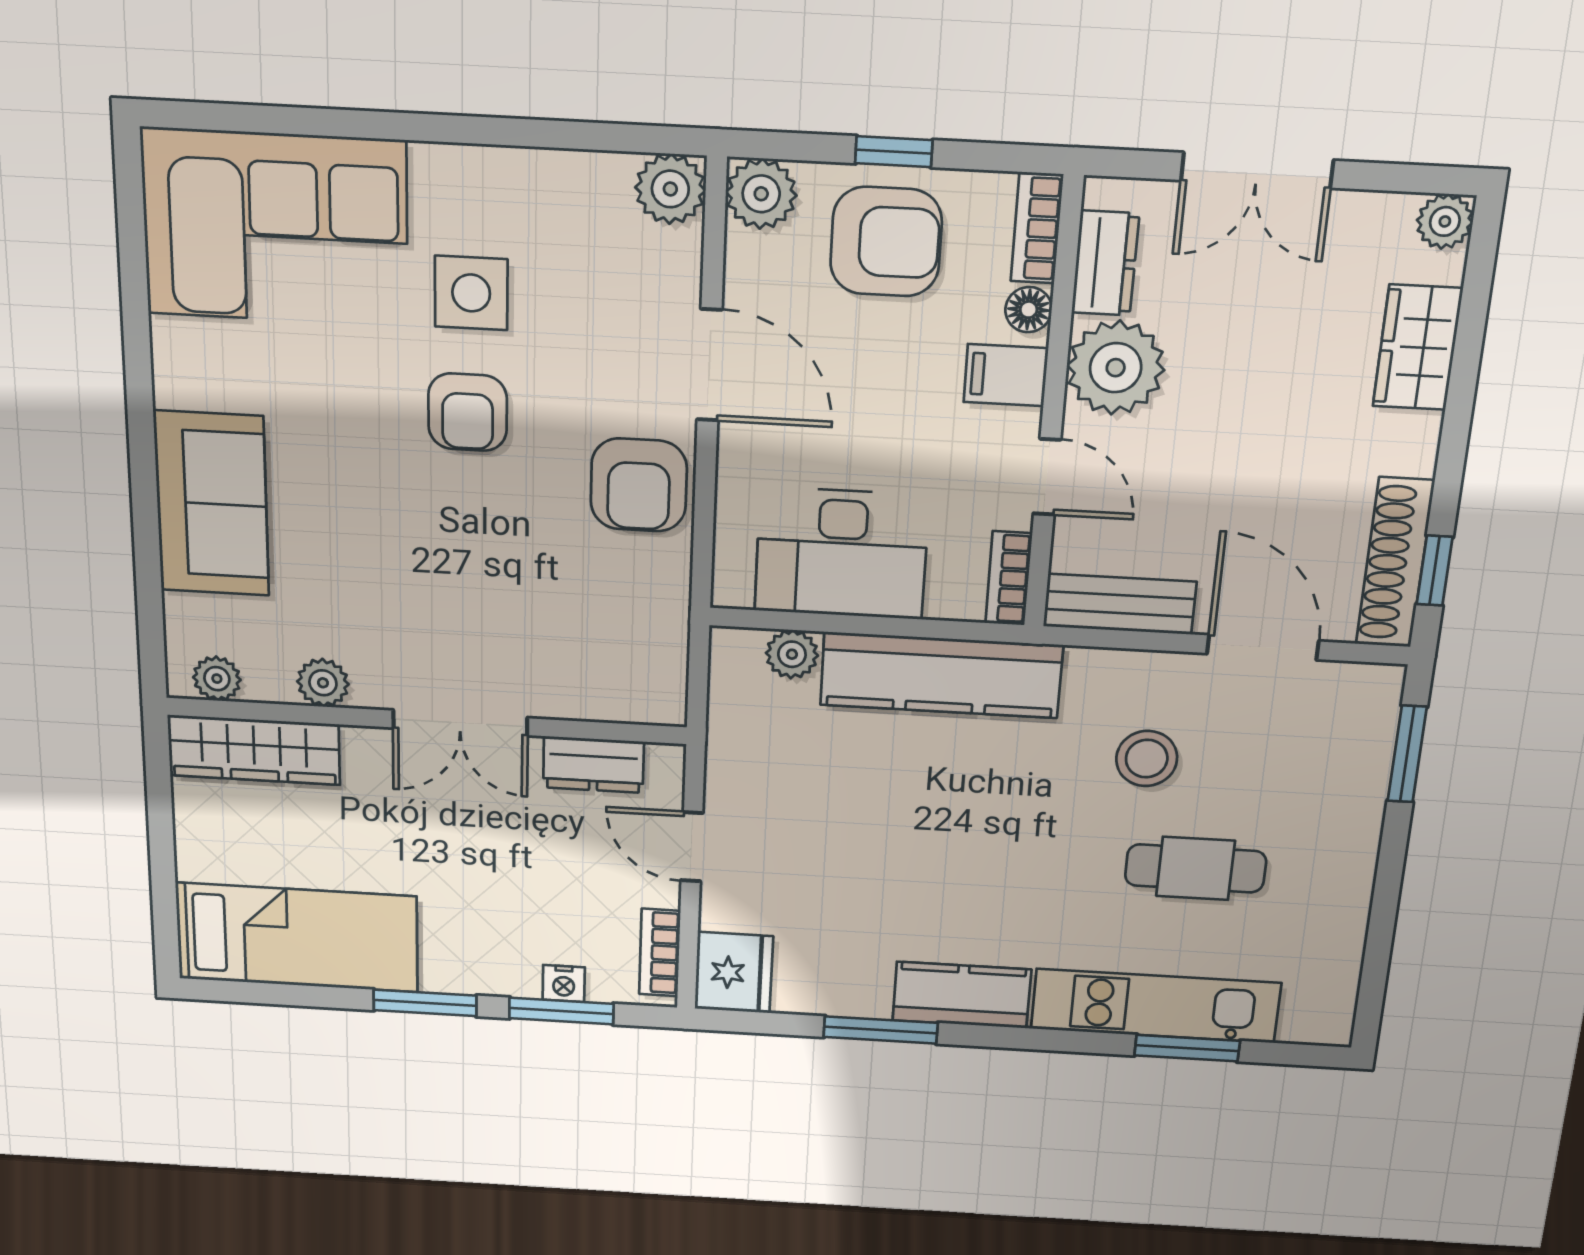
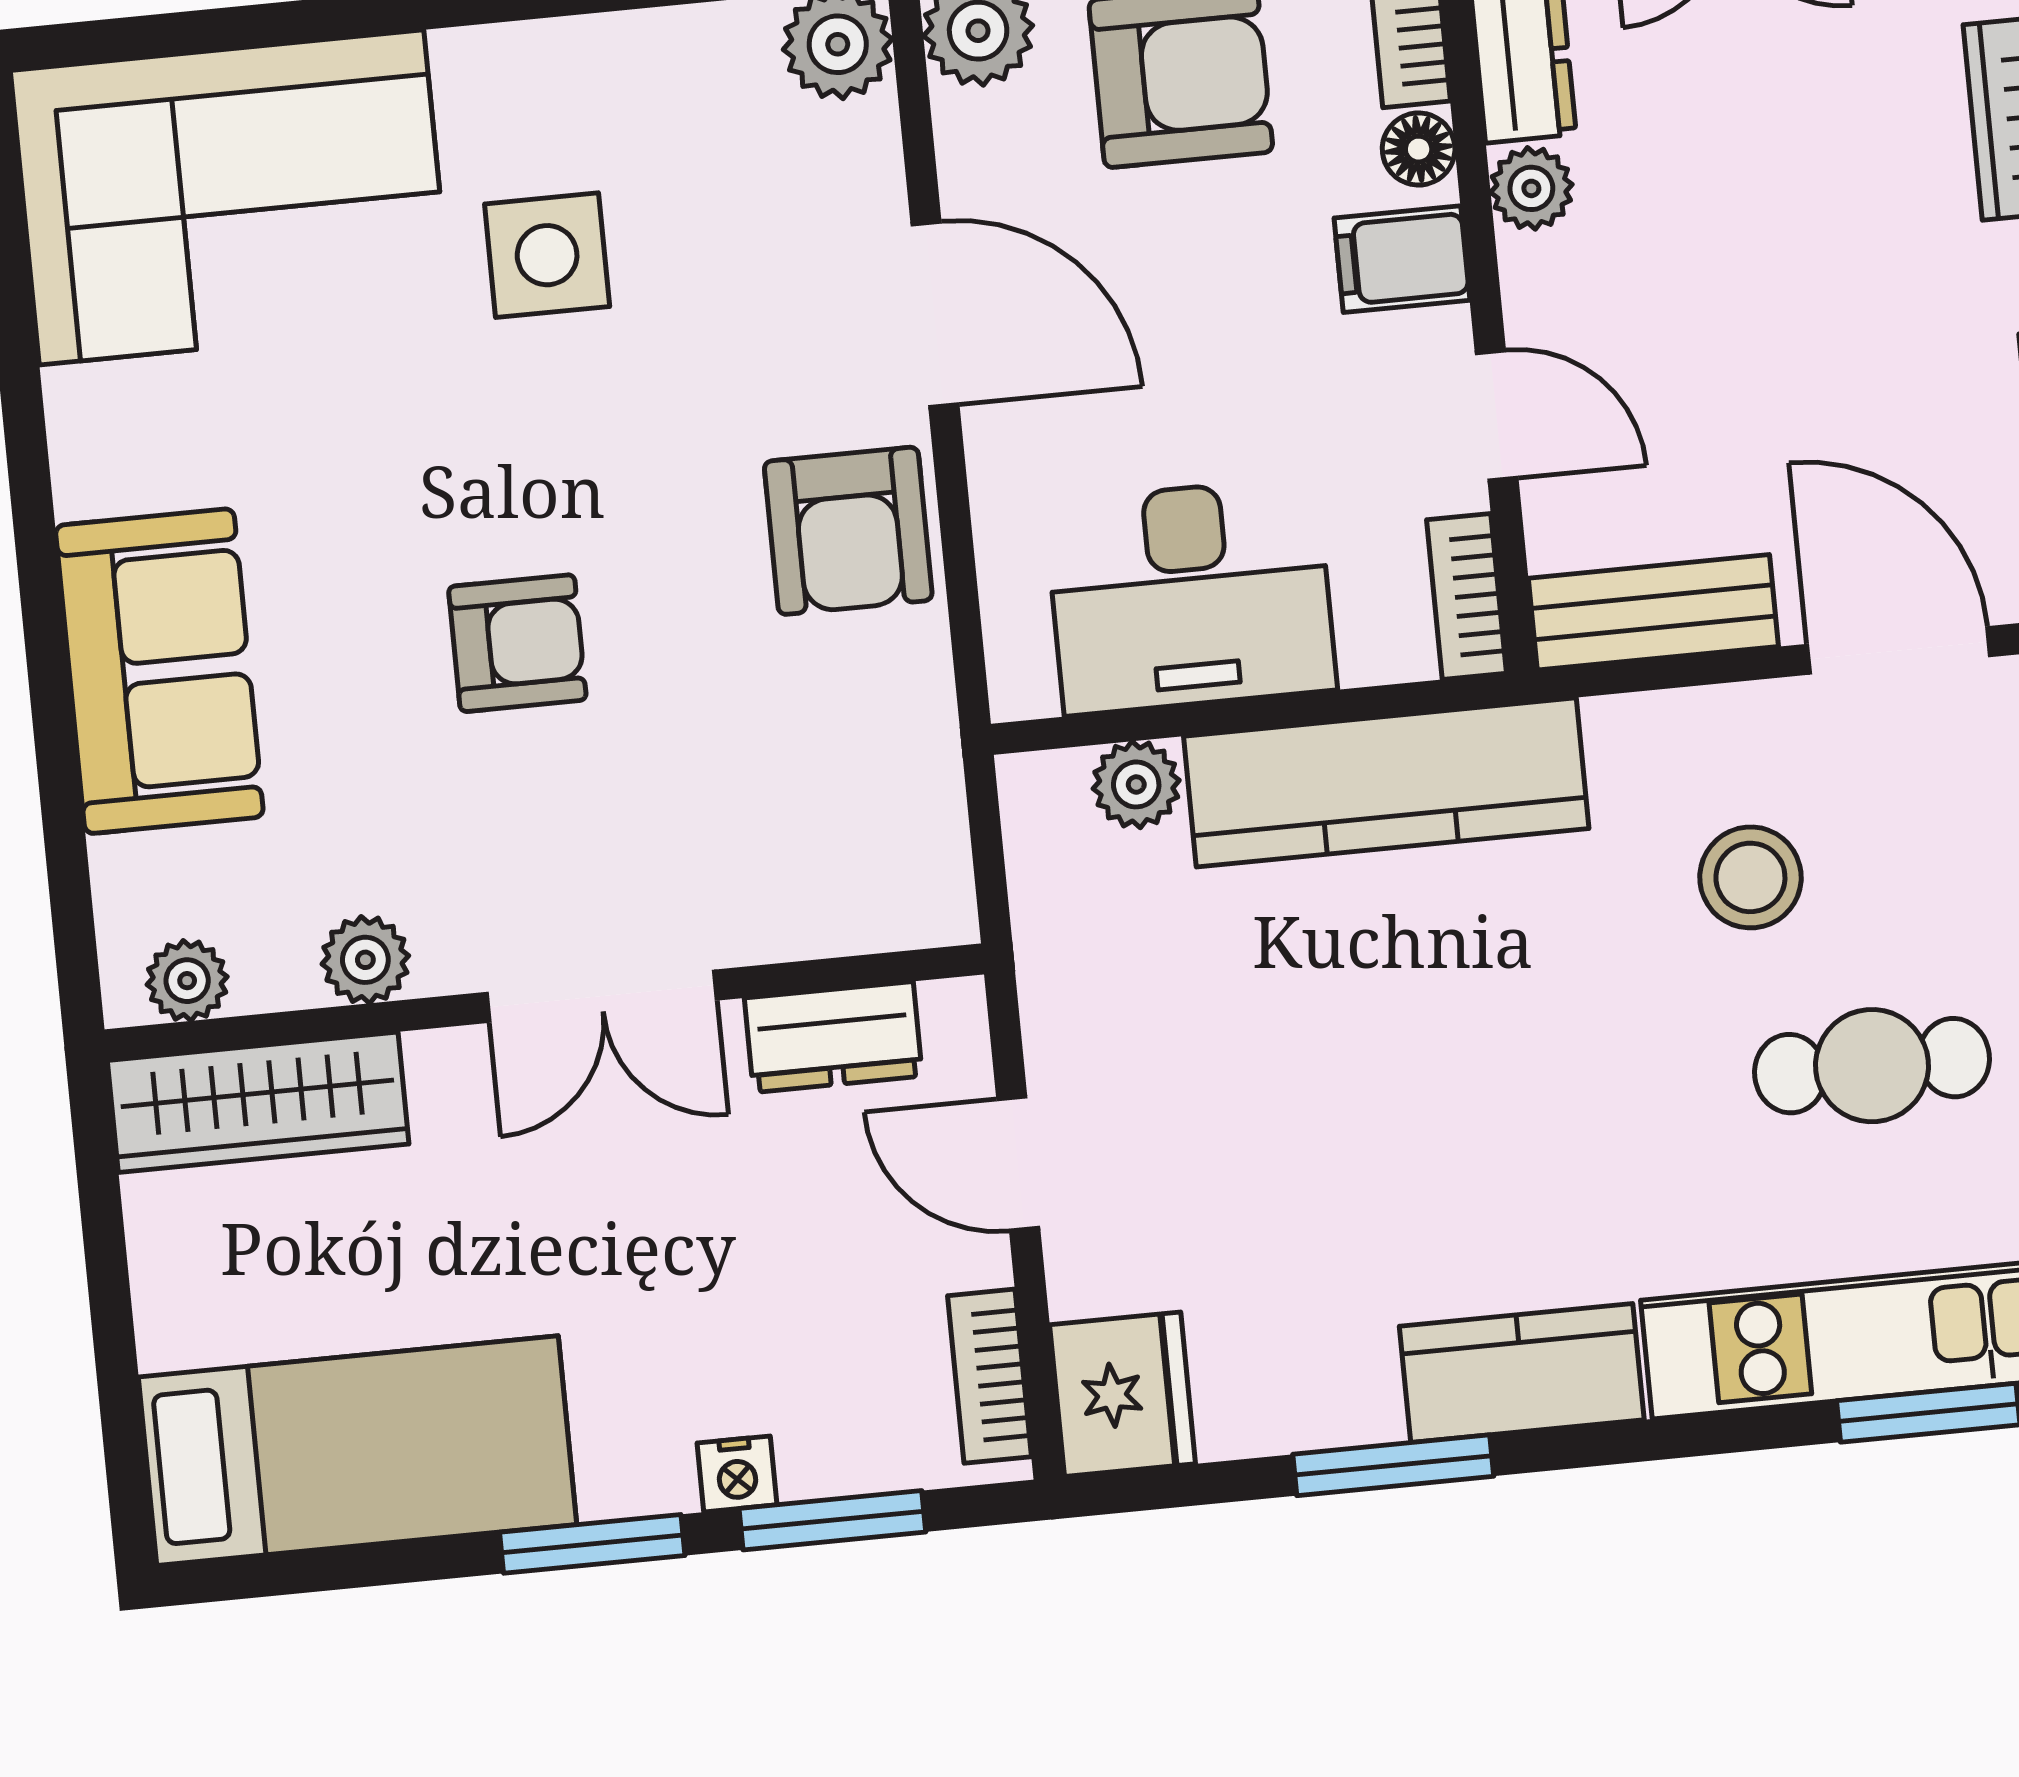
plant: (1116, 368) -> (1531, 188), width x0.53, depth x0.53
armchair: (468, 412) -> (517, 643), moved, turned -90
nightstand: (564, 983) -> (737, 1474), moved

